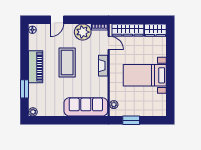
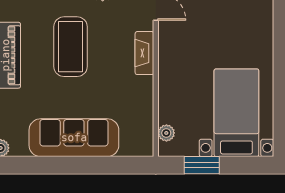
bed with nightstands: (145, 75) -> (236, 113), moved, turned 90
sofa: (86, 107) -> (74, 138), moved

